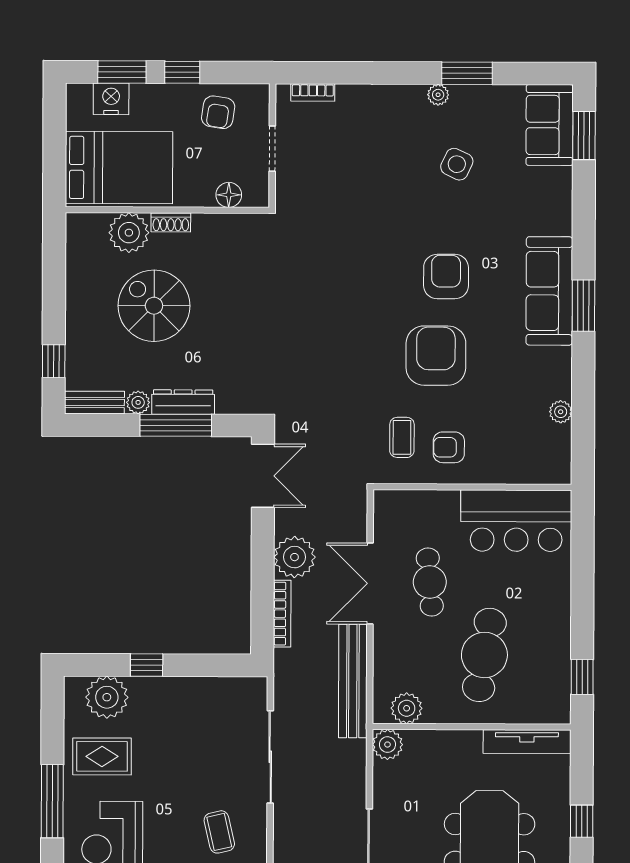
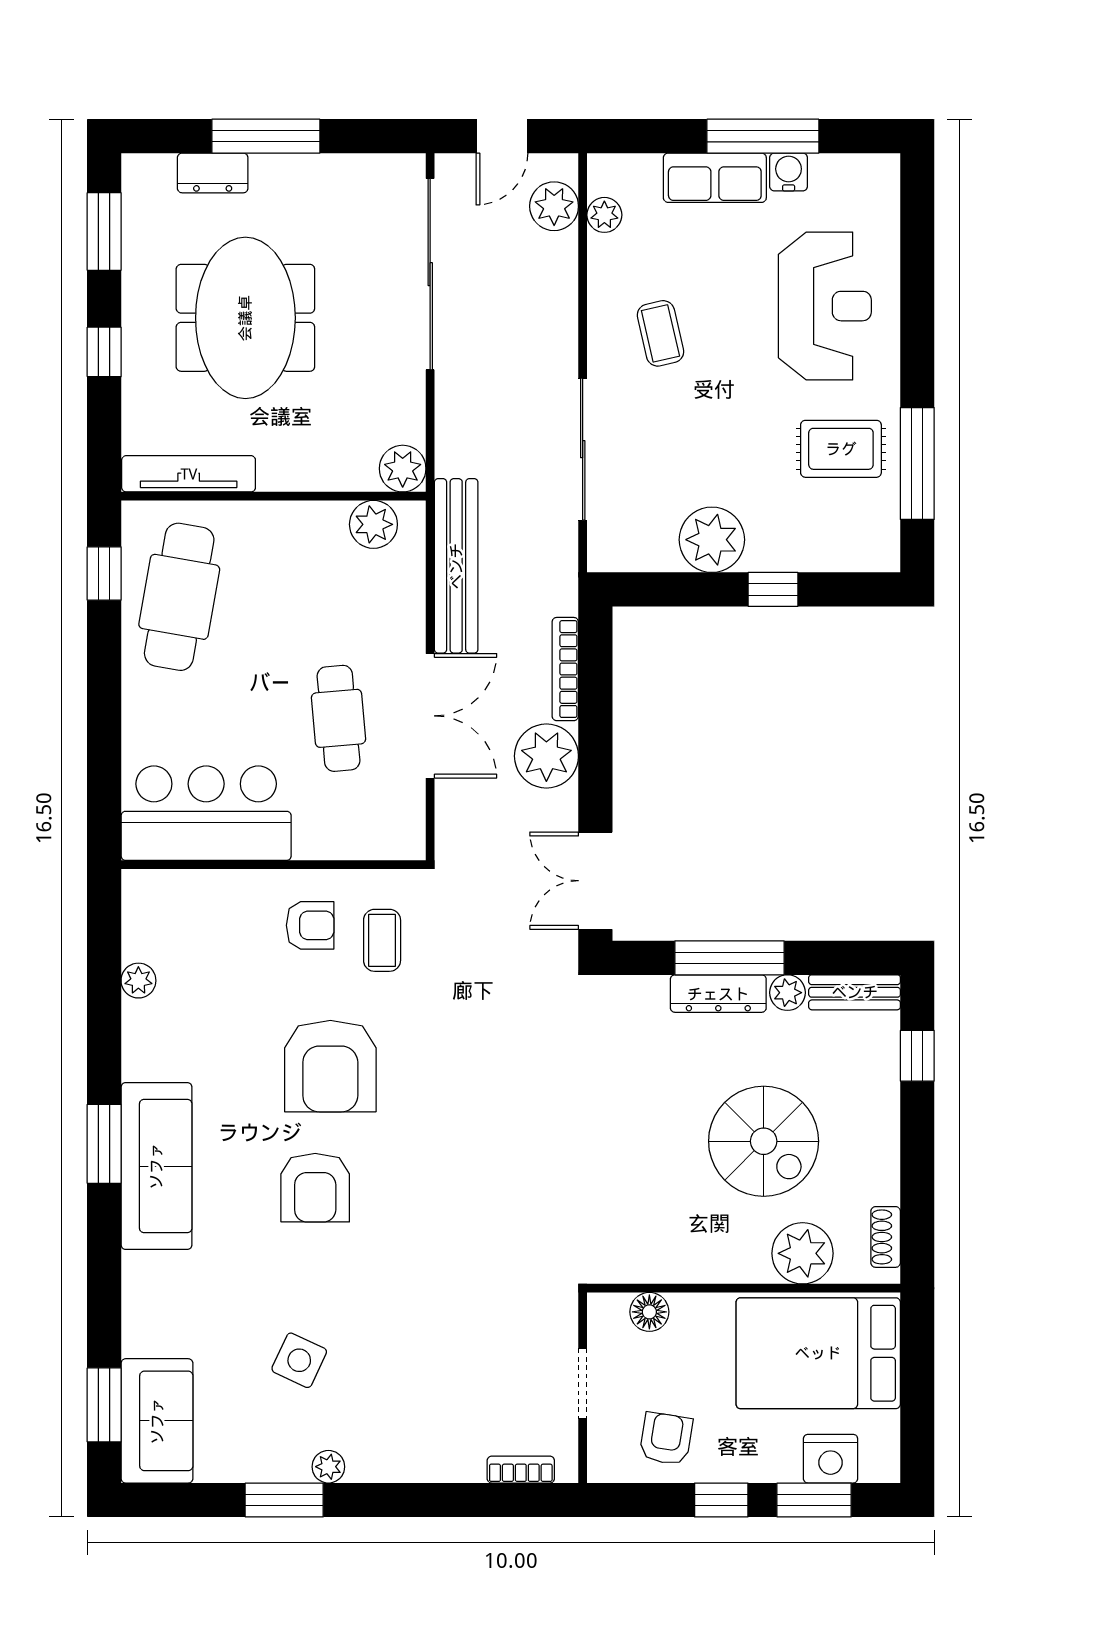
shoe rack: (171, 222) -> (886, 1237), moved, turned -90
cafe table: (484, 655) -> (179, 597), moved
plant: (107, 697) -> (712, 540), moved
window: (52, 801) -> (917, 463), moved

